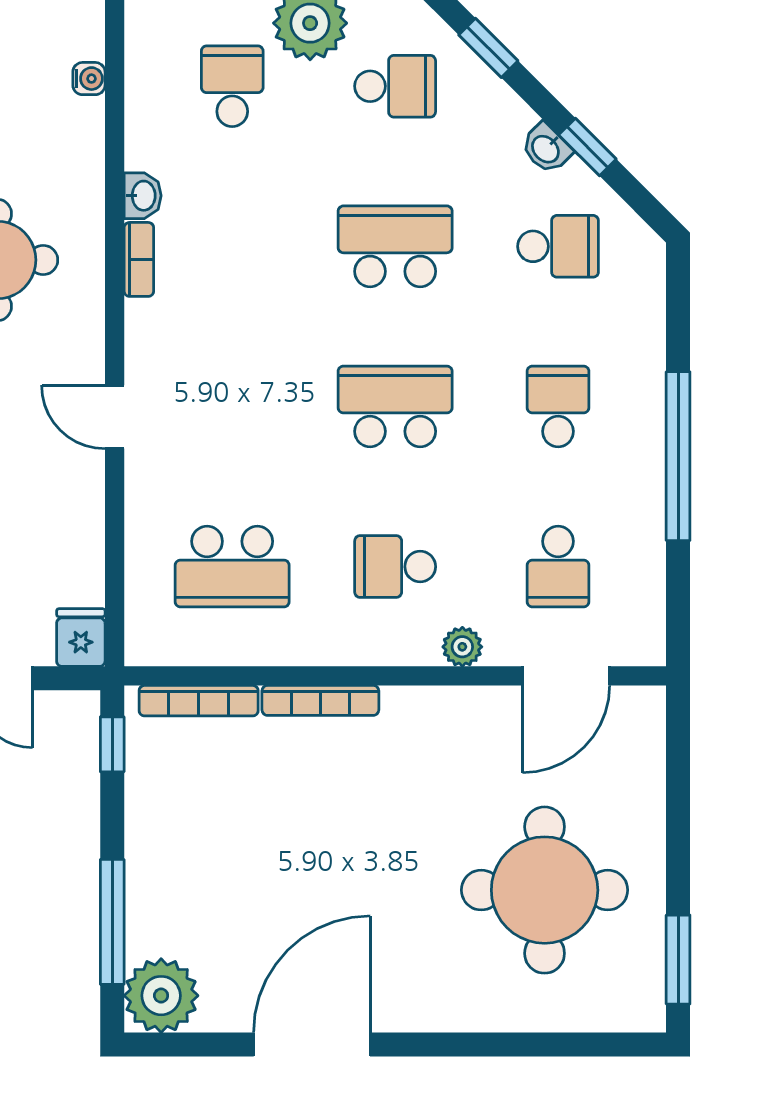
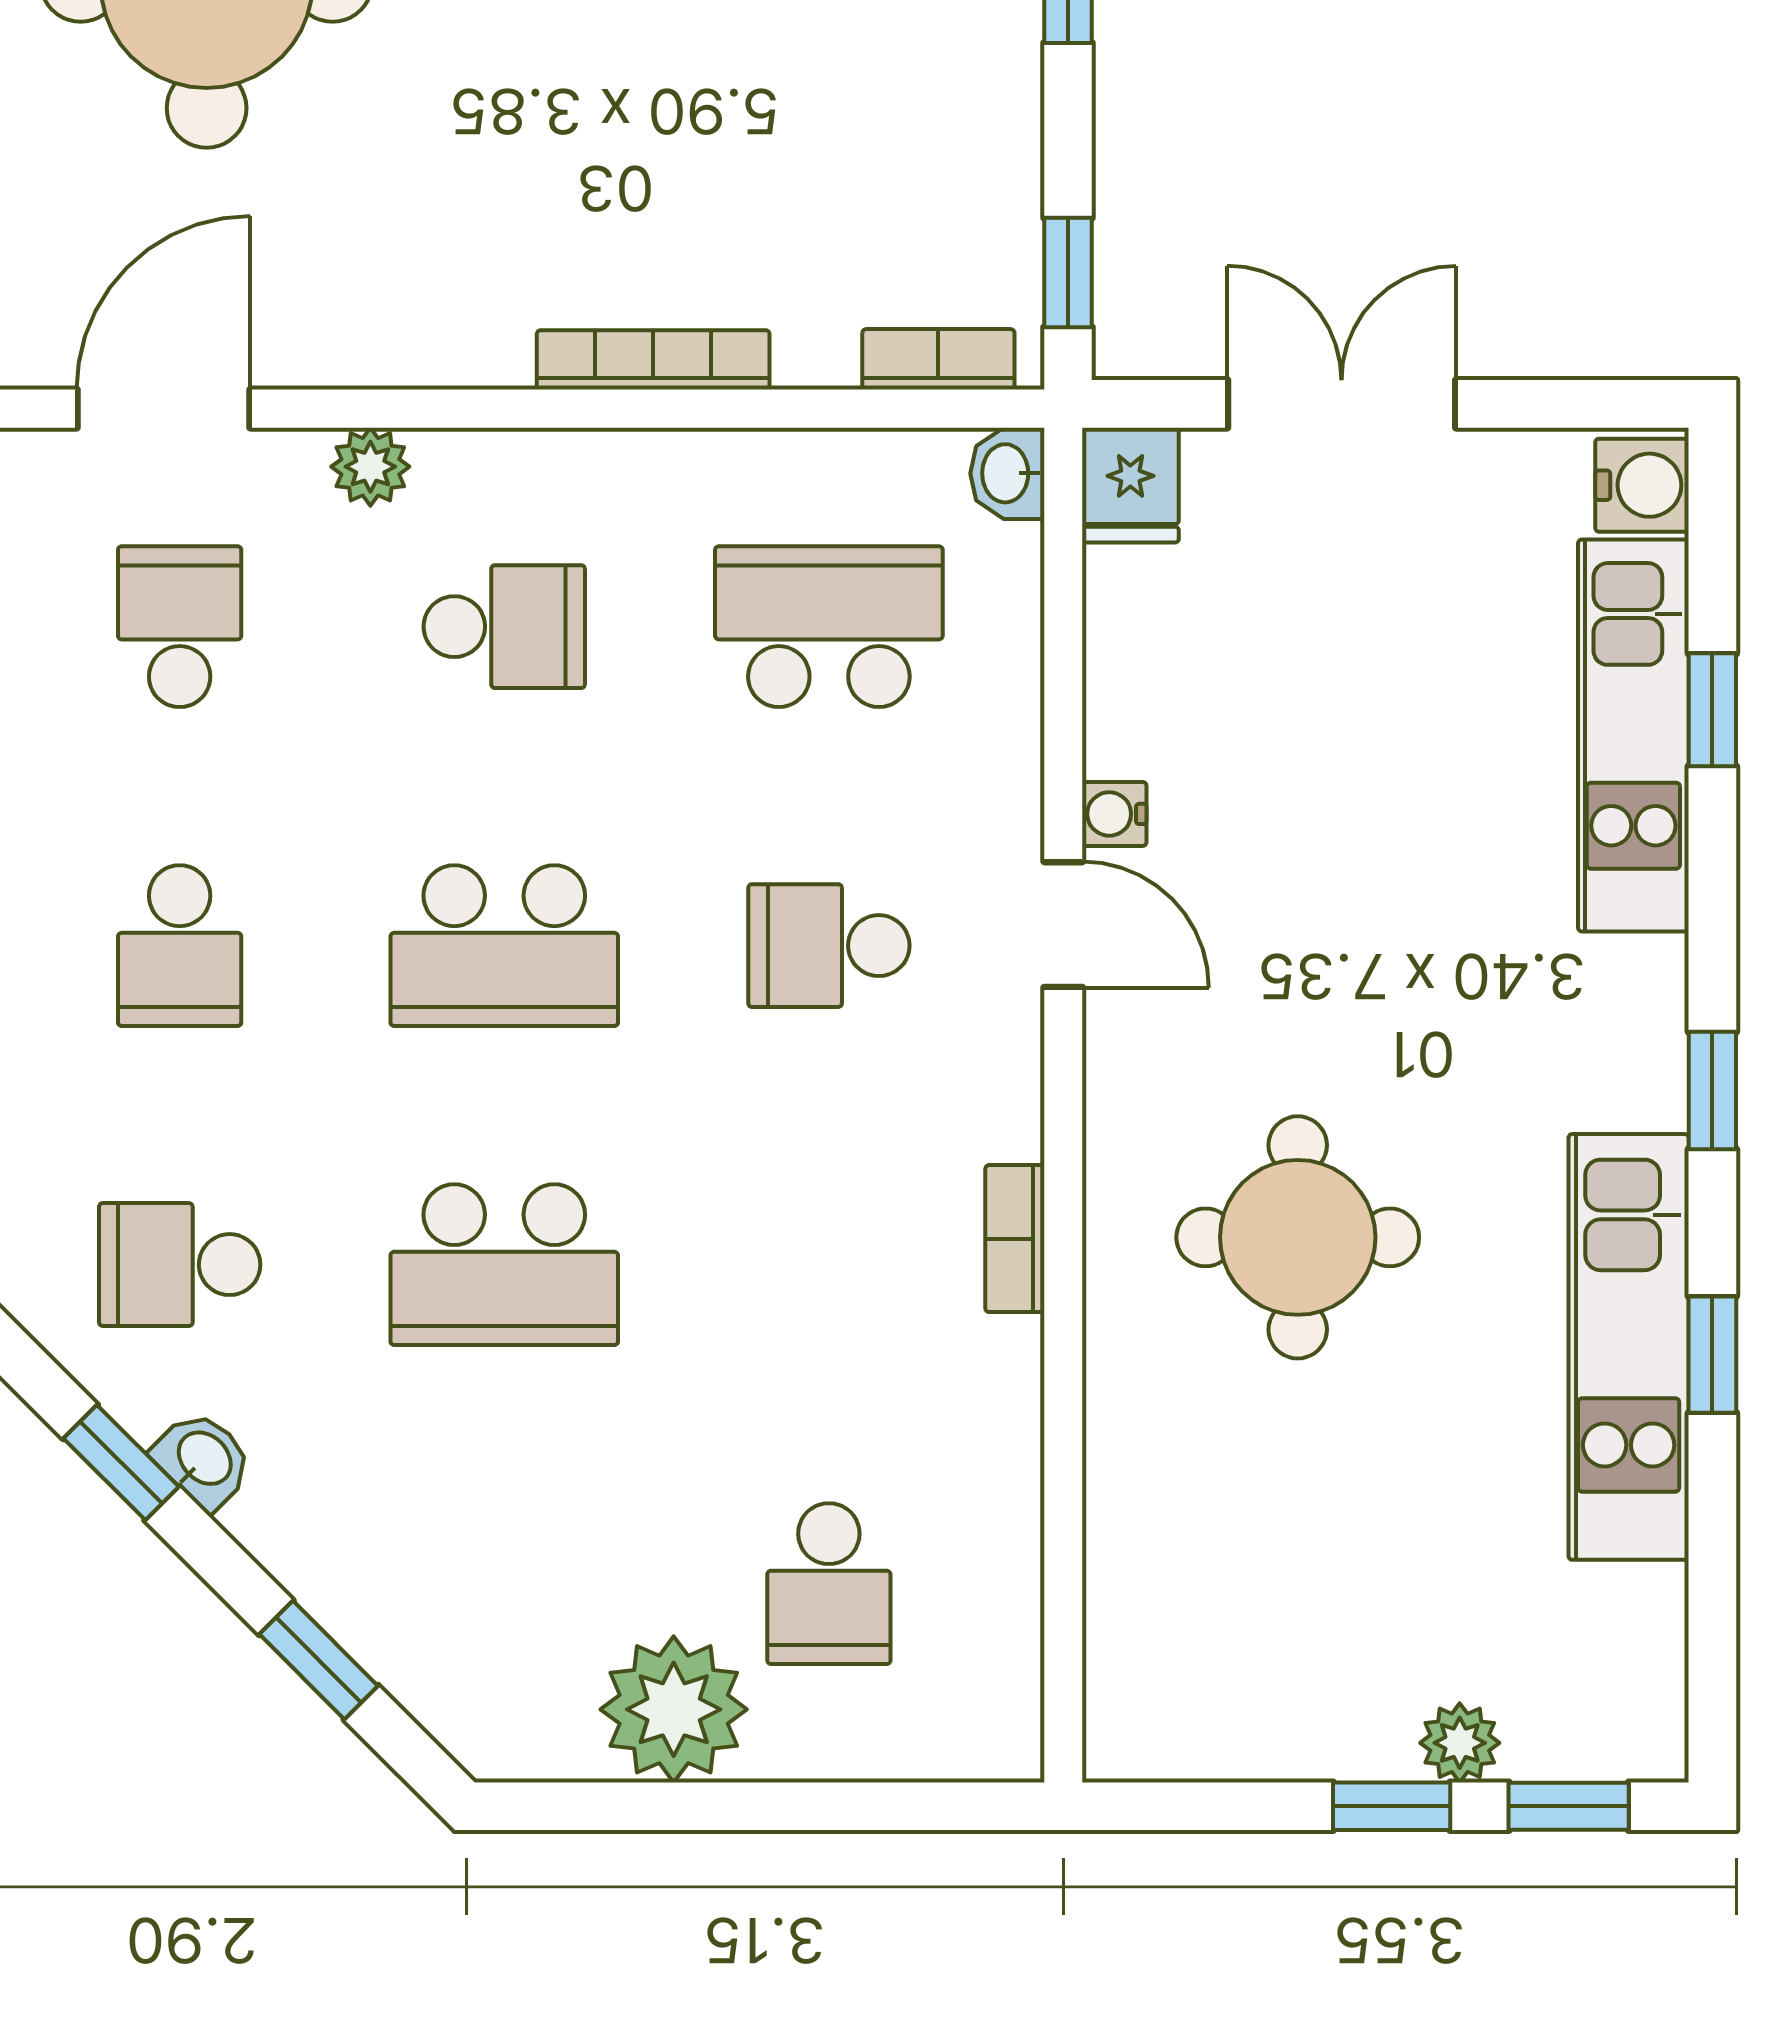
water cooler: (89, 79) -> (1114, 814), moved
school desk: (395, 86) -> (829, 946), moved
washbasin: (143, 196) -> (1007, 473), moved
bookcase: (199, 701) -> (938, 359), width x0.64

